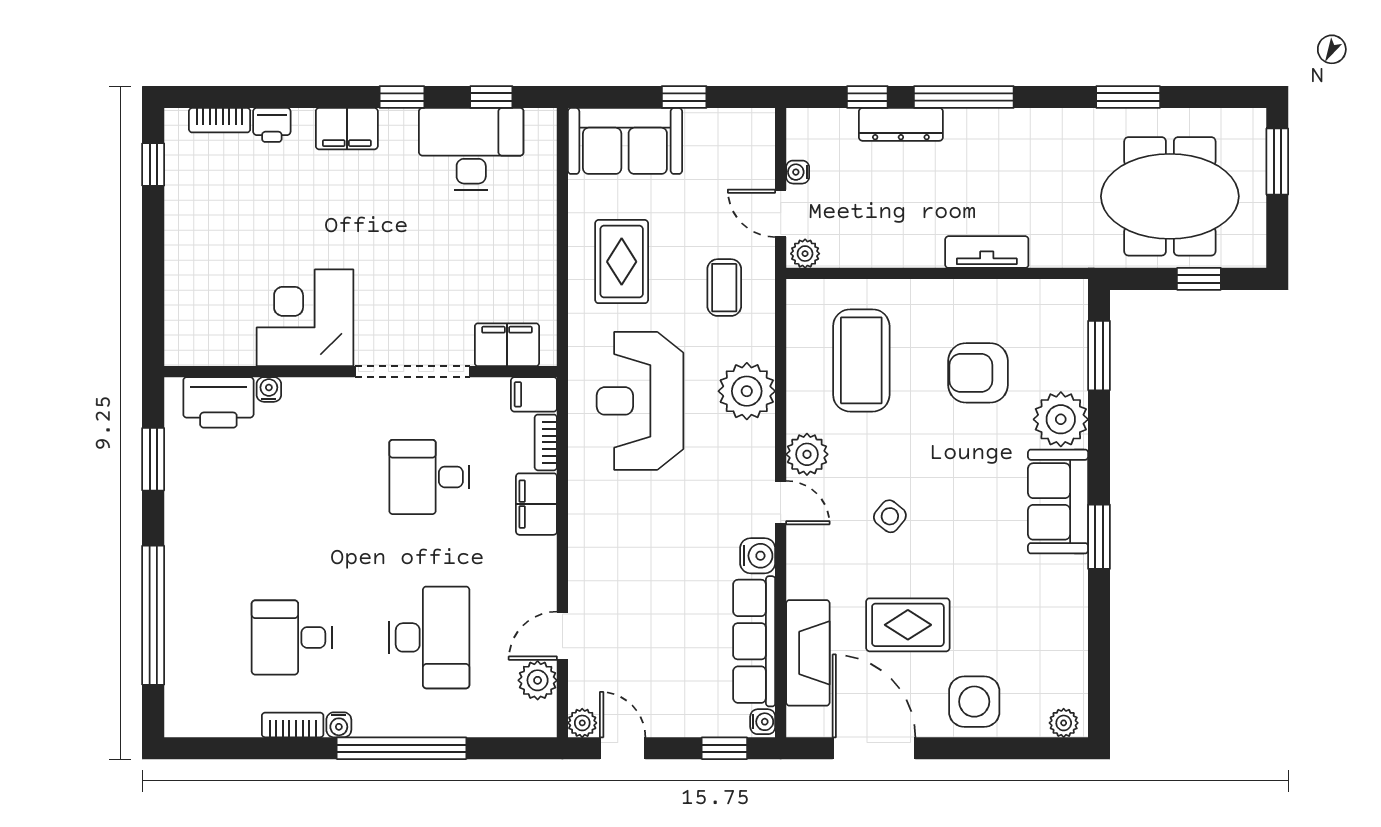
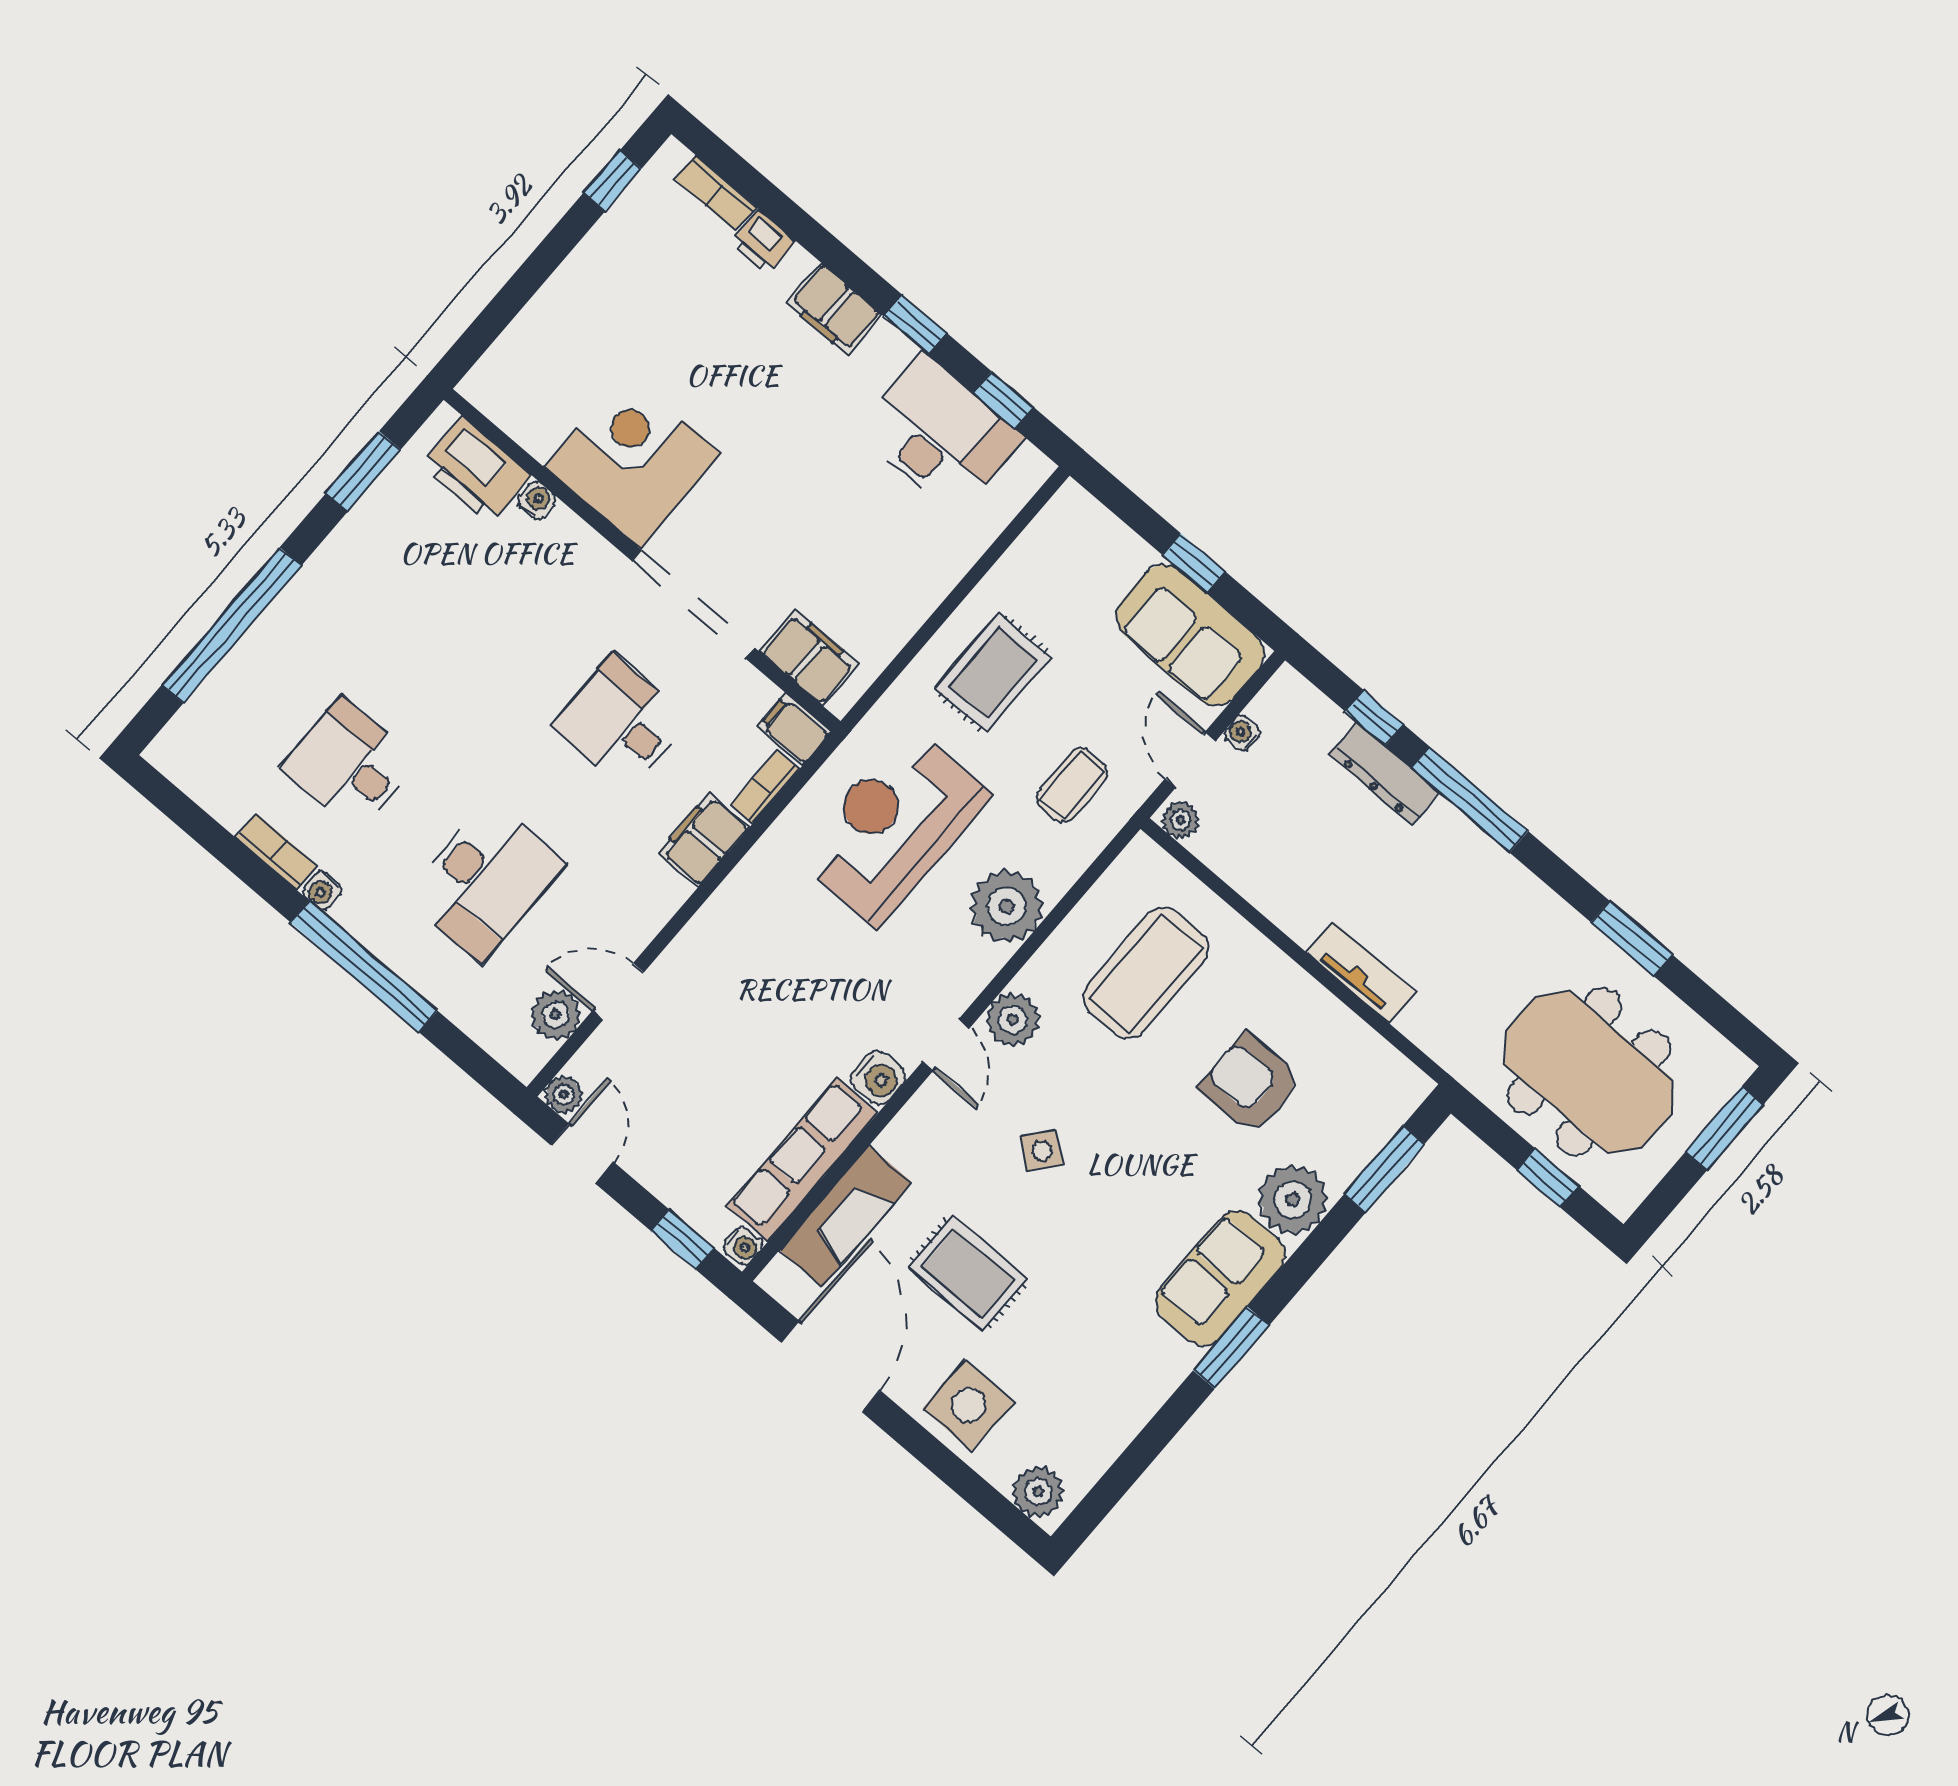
sofa: (625, 141) -> (1190, 635), moved
plant: (1064, 723) -> (1038, 1492), width x1.38, depth x1.38

